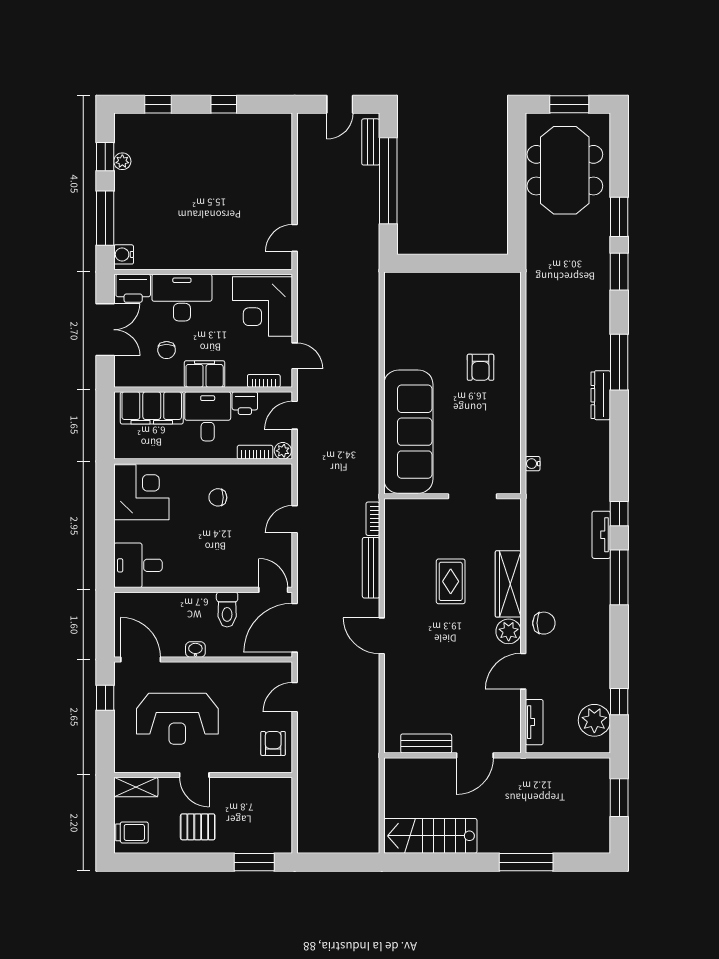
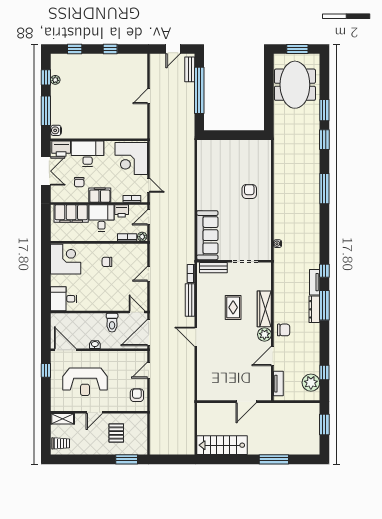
door: (295, 238) -> (149, 96), moved
armchair: (481, 367) -> (249, 191), turned 180
dresser: (601, 395) -> (314, 309), moved
sofa: (408, 432) -> (207, 235), width x0.74, depth x0.79
bench: (426, 743) -> (213, 268), moved
door: (194, 775) -> (94, 412), hinge flipped
pallet: (198, 827) -> (116, 433), moved, turned 90

